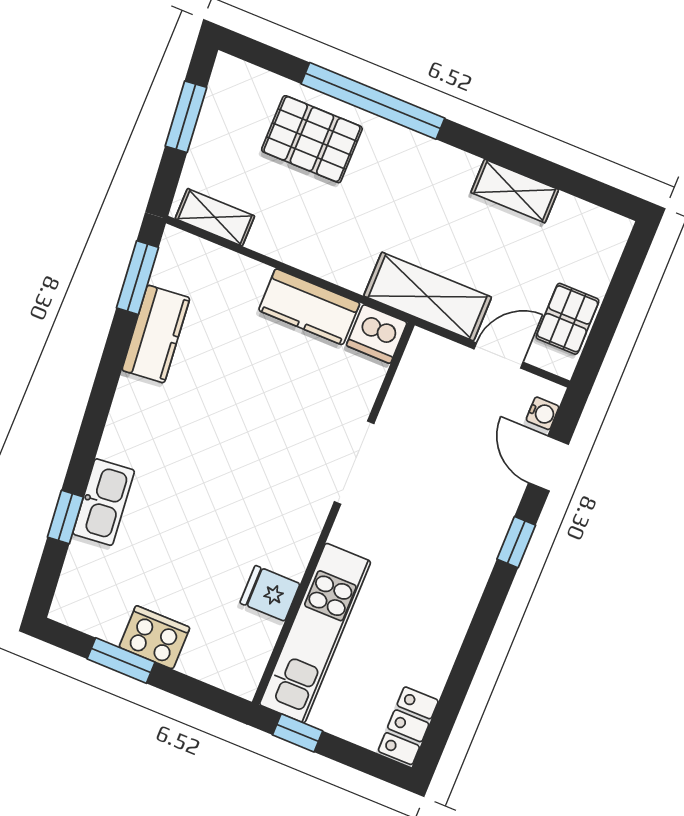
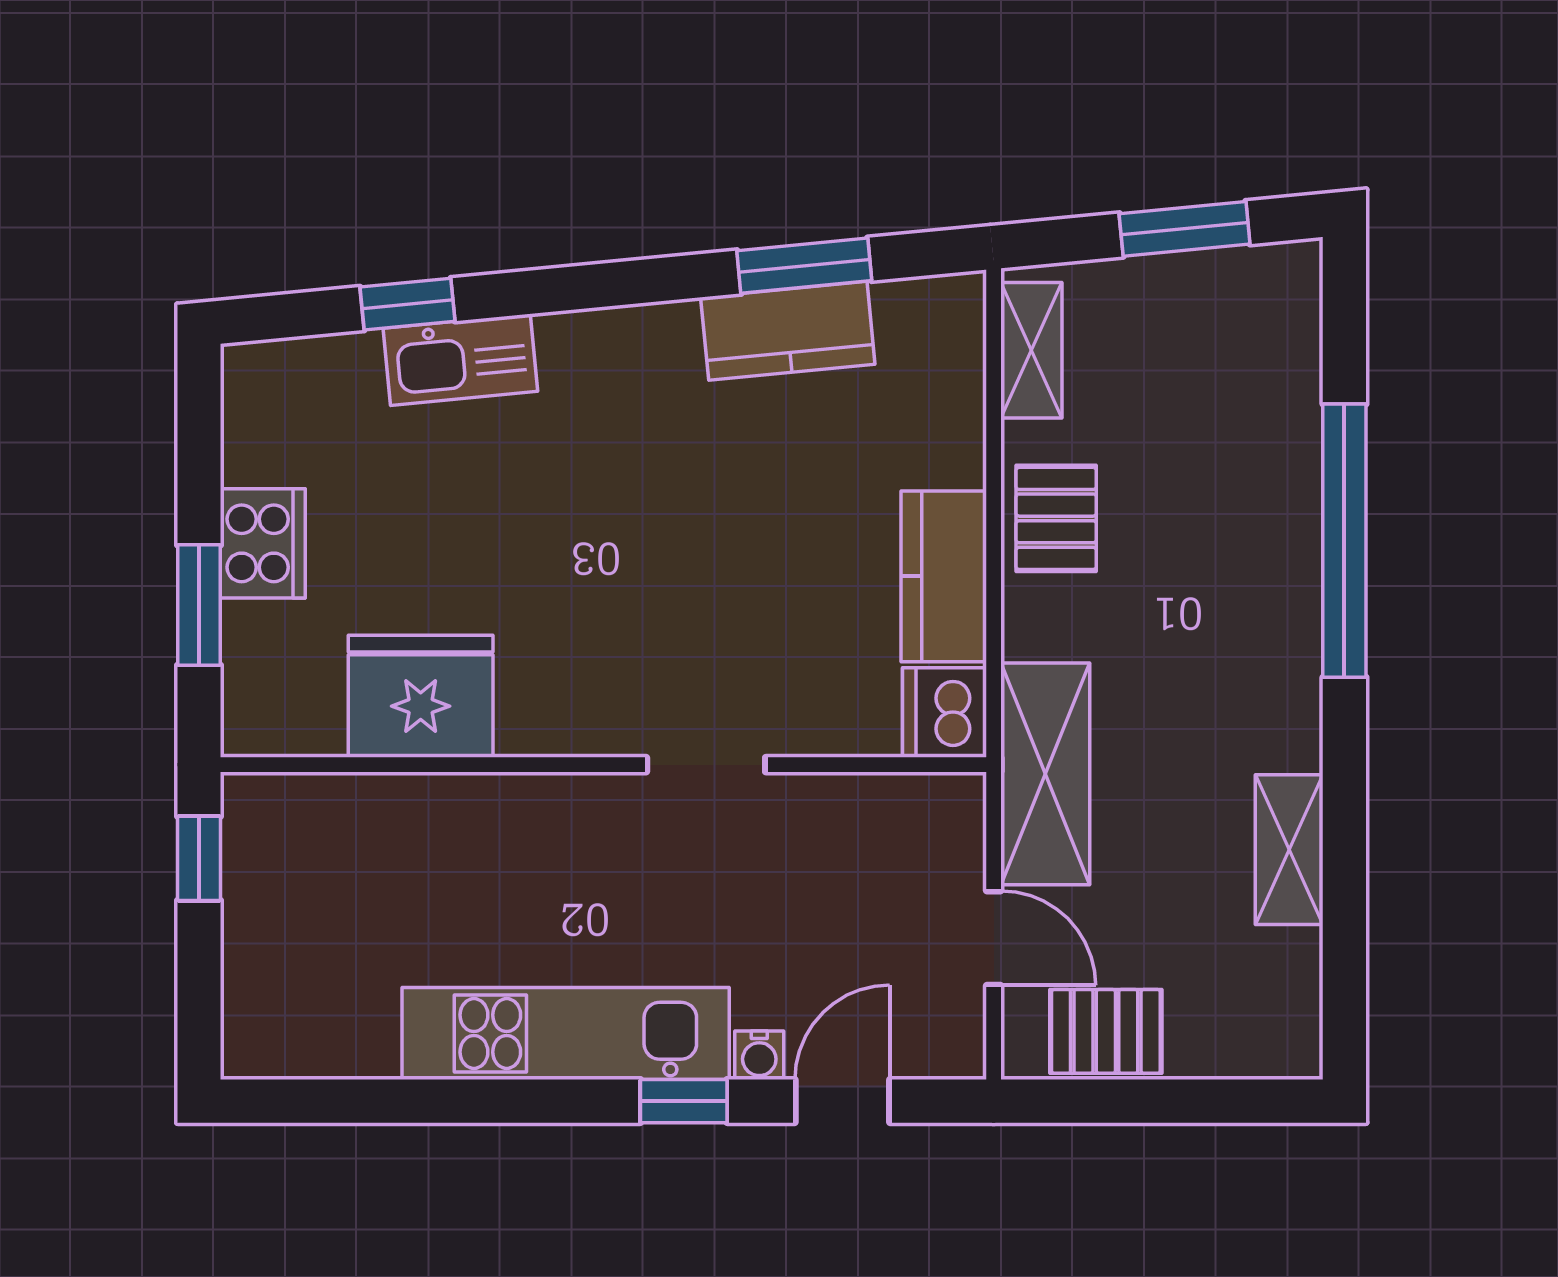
pallet: (312, 139) -> (1056, 518), moved, width x0.67, depth x0.71
window: (137, 278) -> (804, 266), moved
water cooler: (543, 413) -> (759, 1055), moved
doorway: (354, 463) -> (706, 765), width x0.73
fridge: (270, 593) -> (421, 696), width x1.88, depth x1.34
kitchen unit: (315, 633) -> (566, 1033), moved, turned 180
window: (121, 661) -> (199, 605), moved
locker: (408, 726) -> (290, 1045), removed

